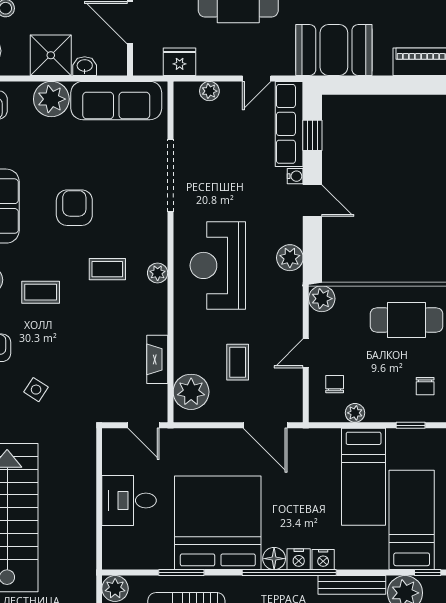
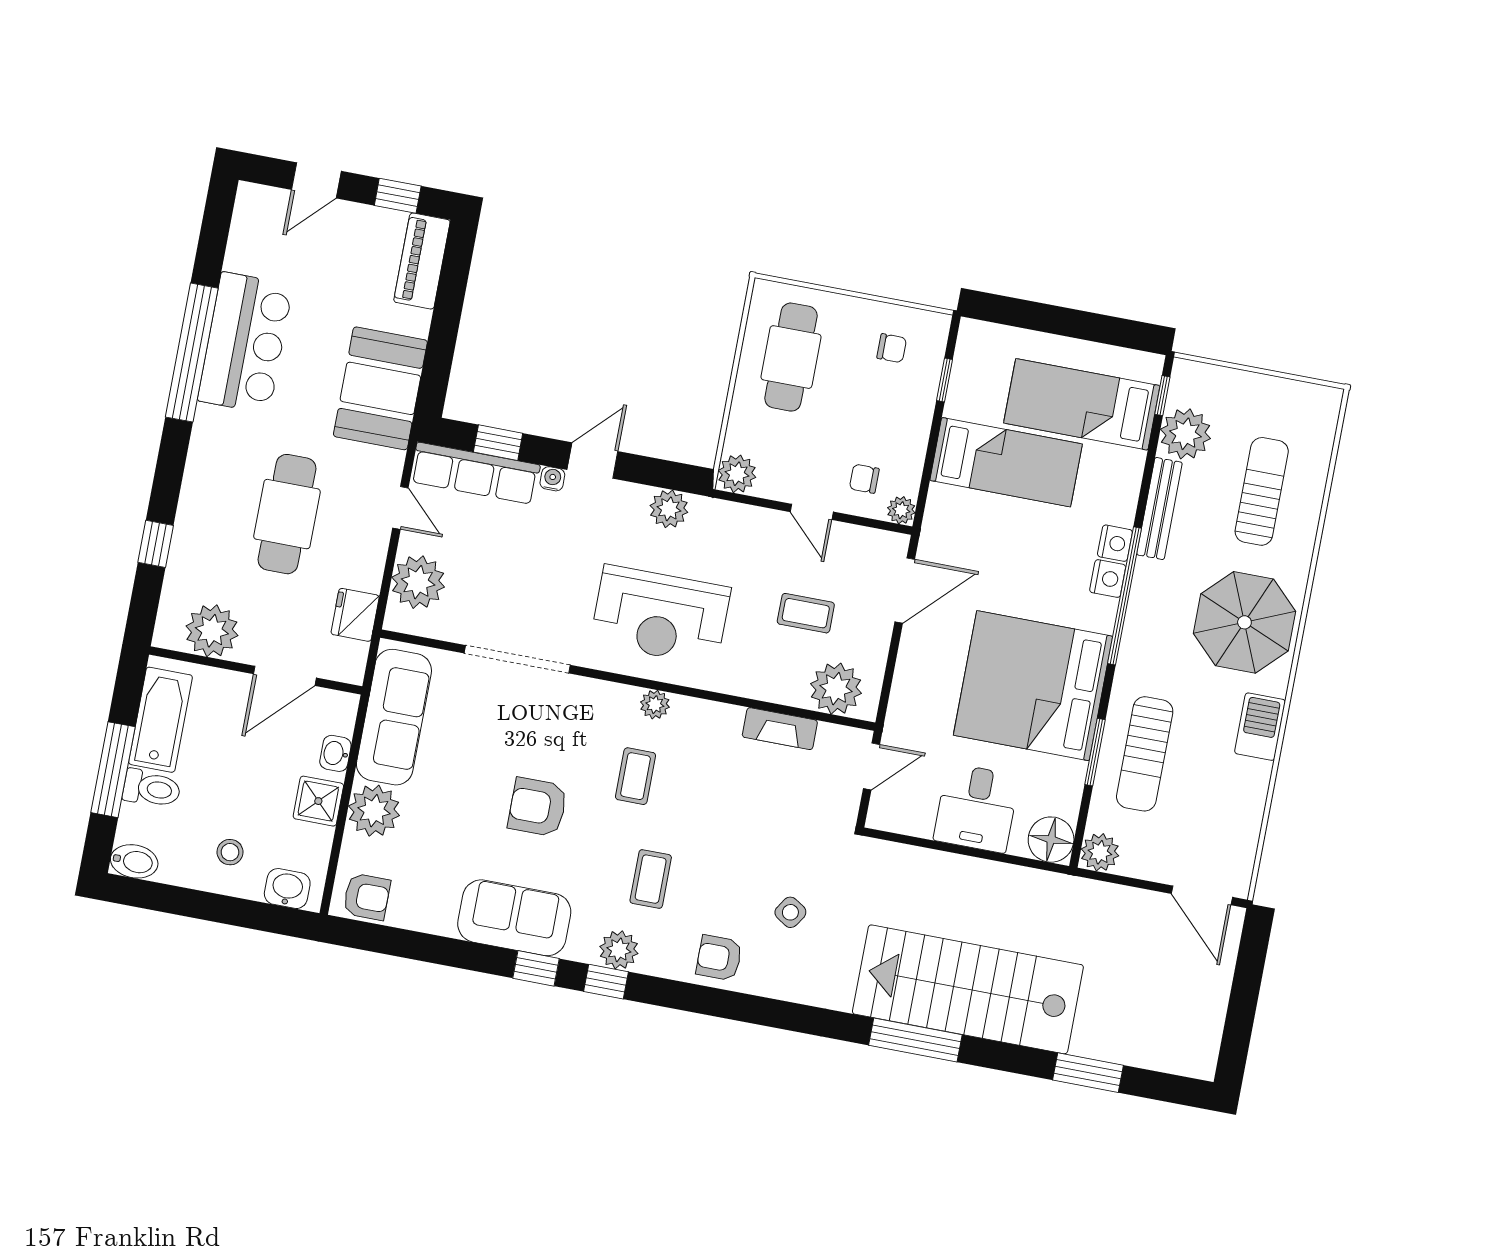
shower: (51, 55) -> (318, 801), width x0.73, depth x0.73
plant: (209, 91) -> (418, 582), width x1.88, depth x1.88
plant: (355, 413) -> (901, 510), moved
floor lamp: (274, 559) -> (1051, 840), moved, width x1.38, depth x1.38

